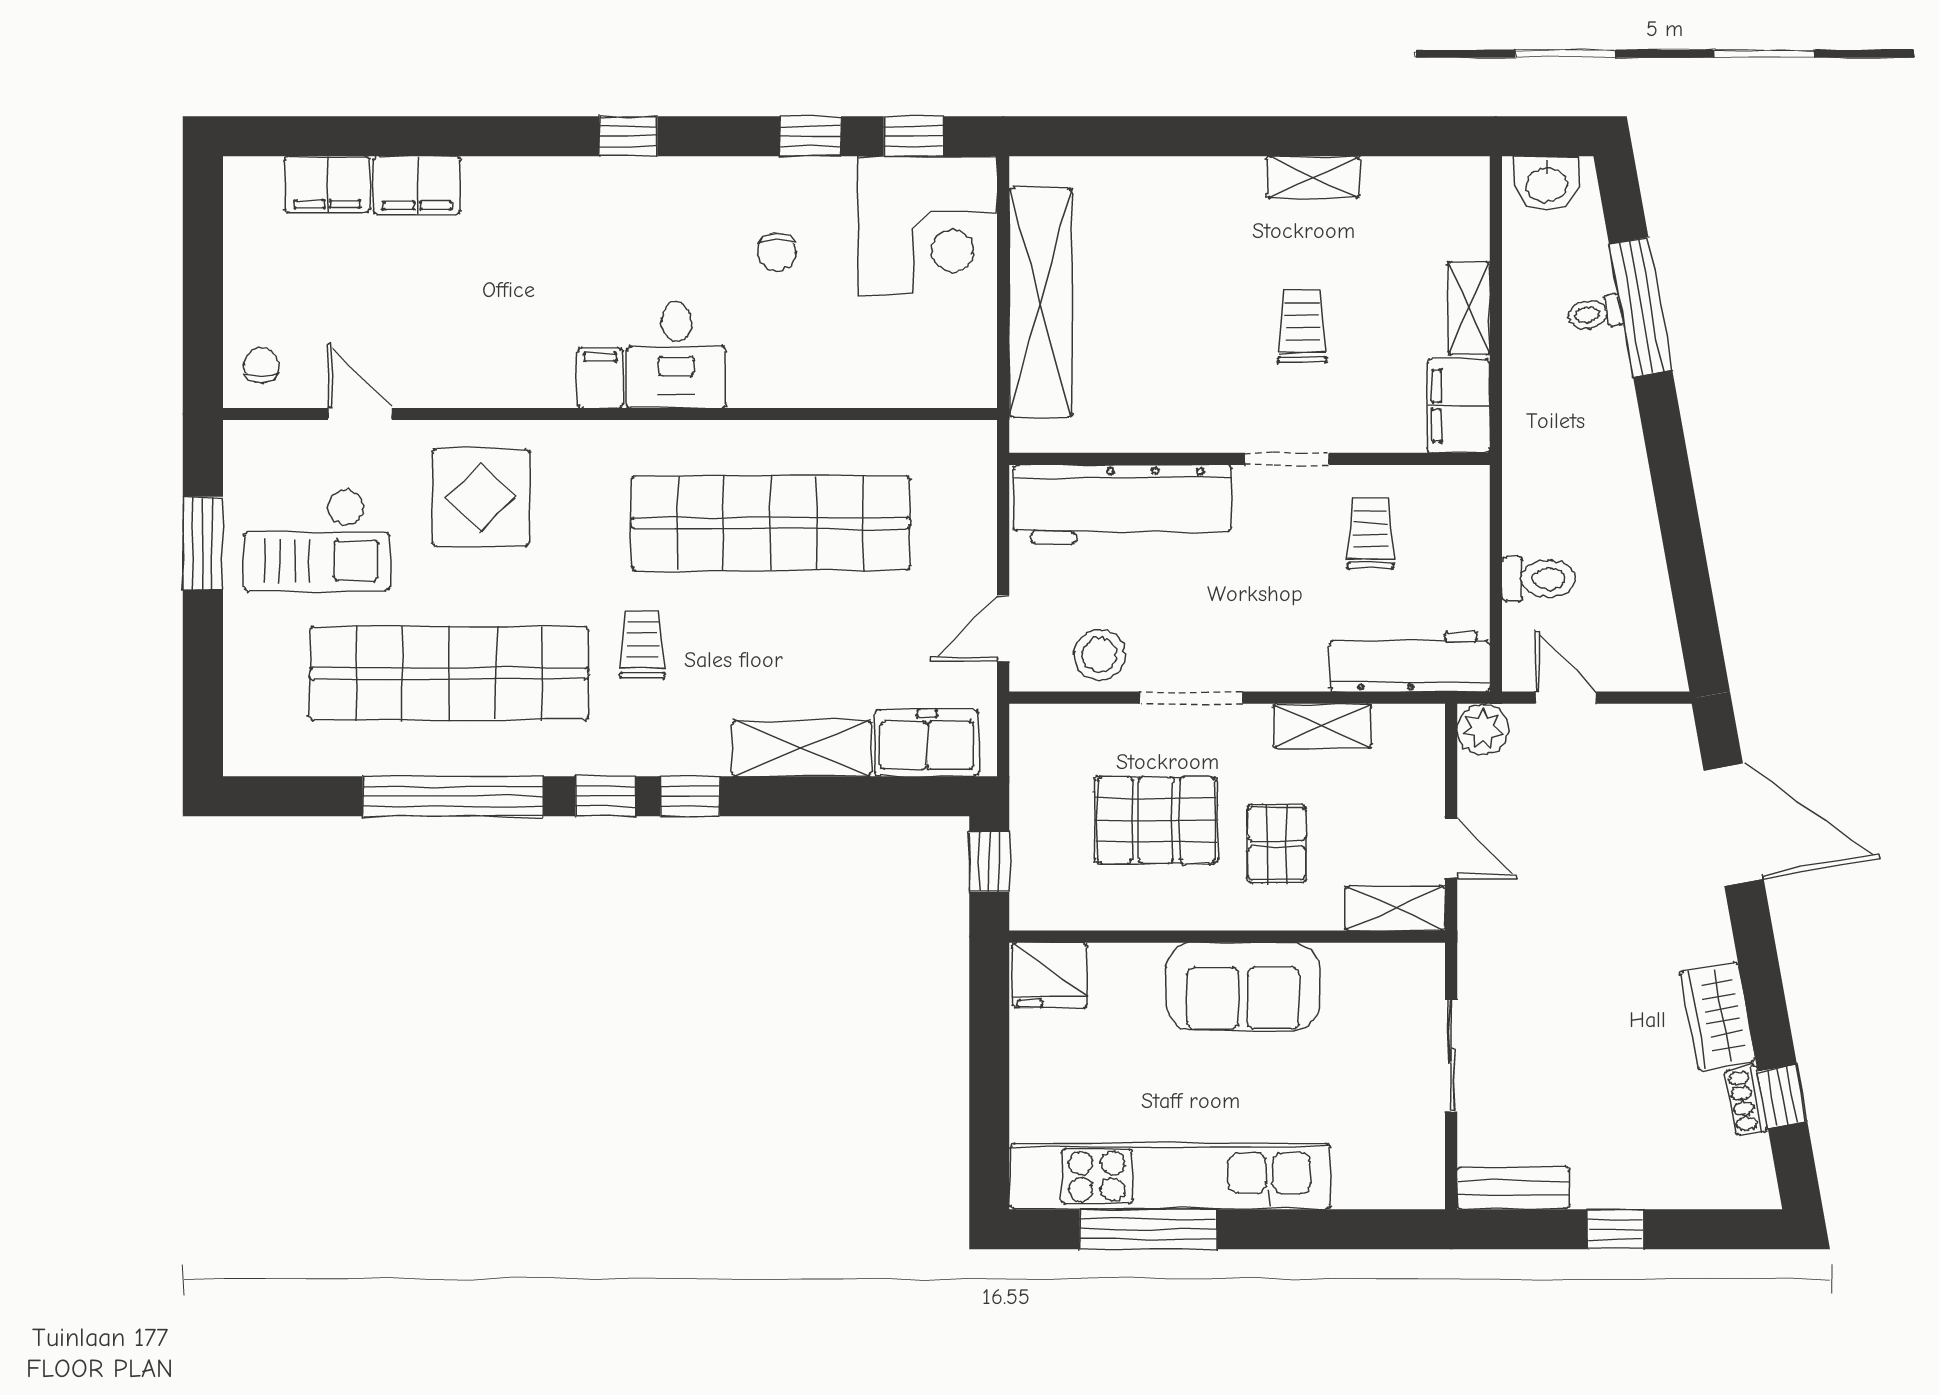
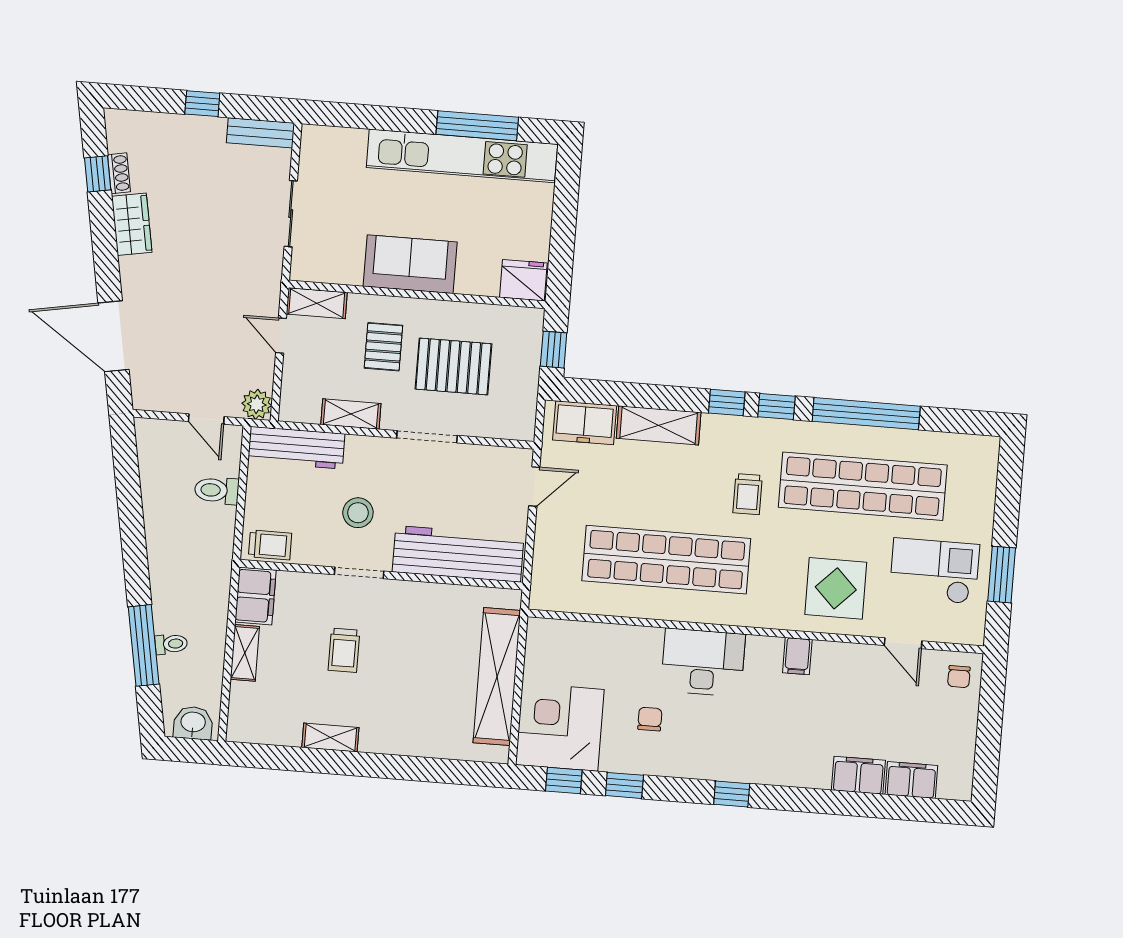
desk: (676, 355) -> (703, 662), width x1.37
filing cabinet: (600, 378) -> (797, 656), moved
trolley: (1370, 534) -> (270, 545), moved, turned -90
stool: (1099, 655) -> (358, 513), moved

